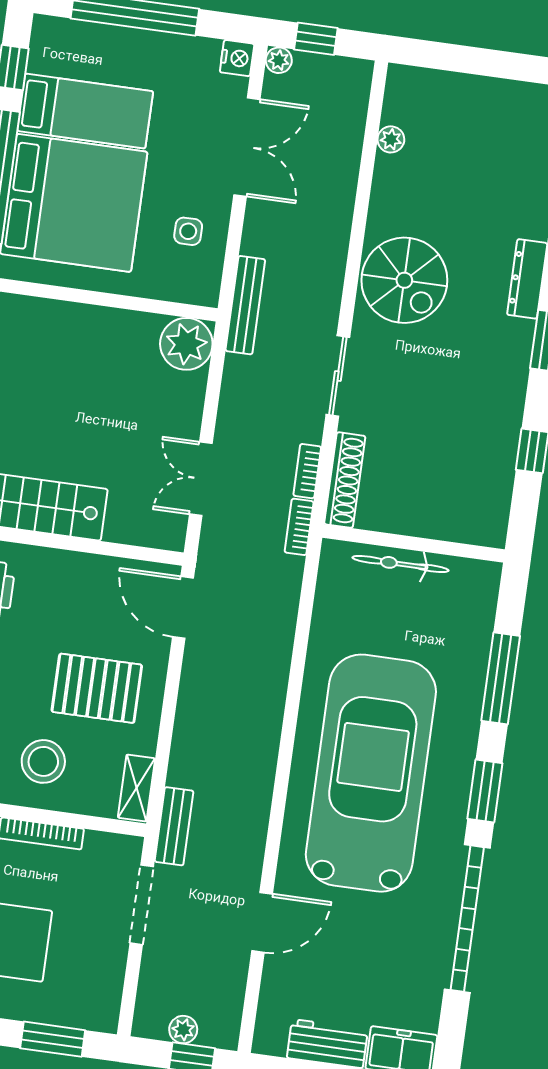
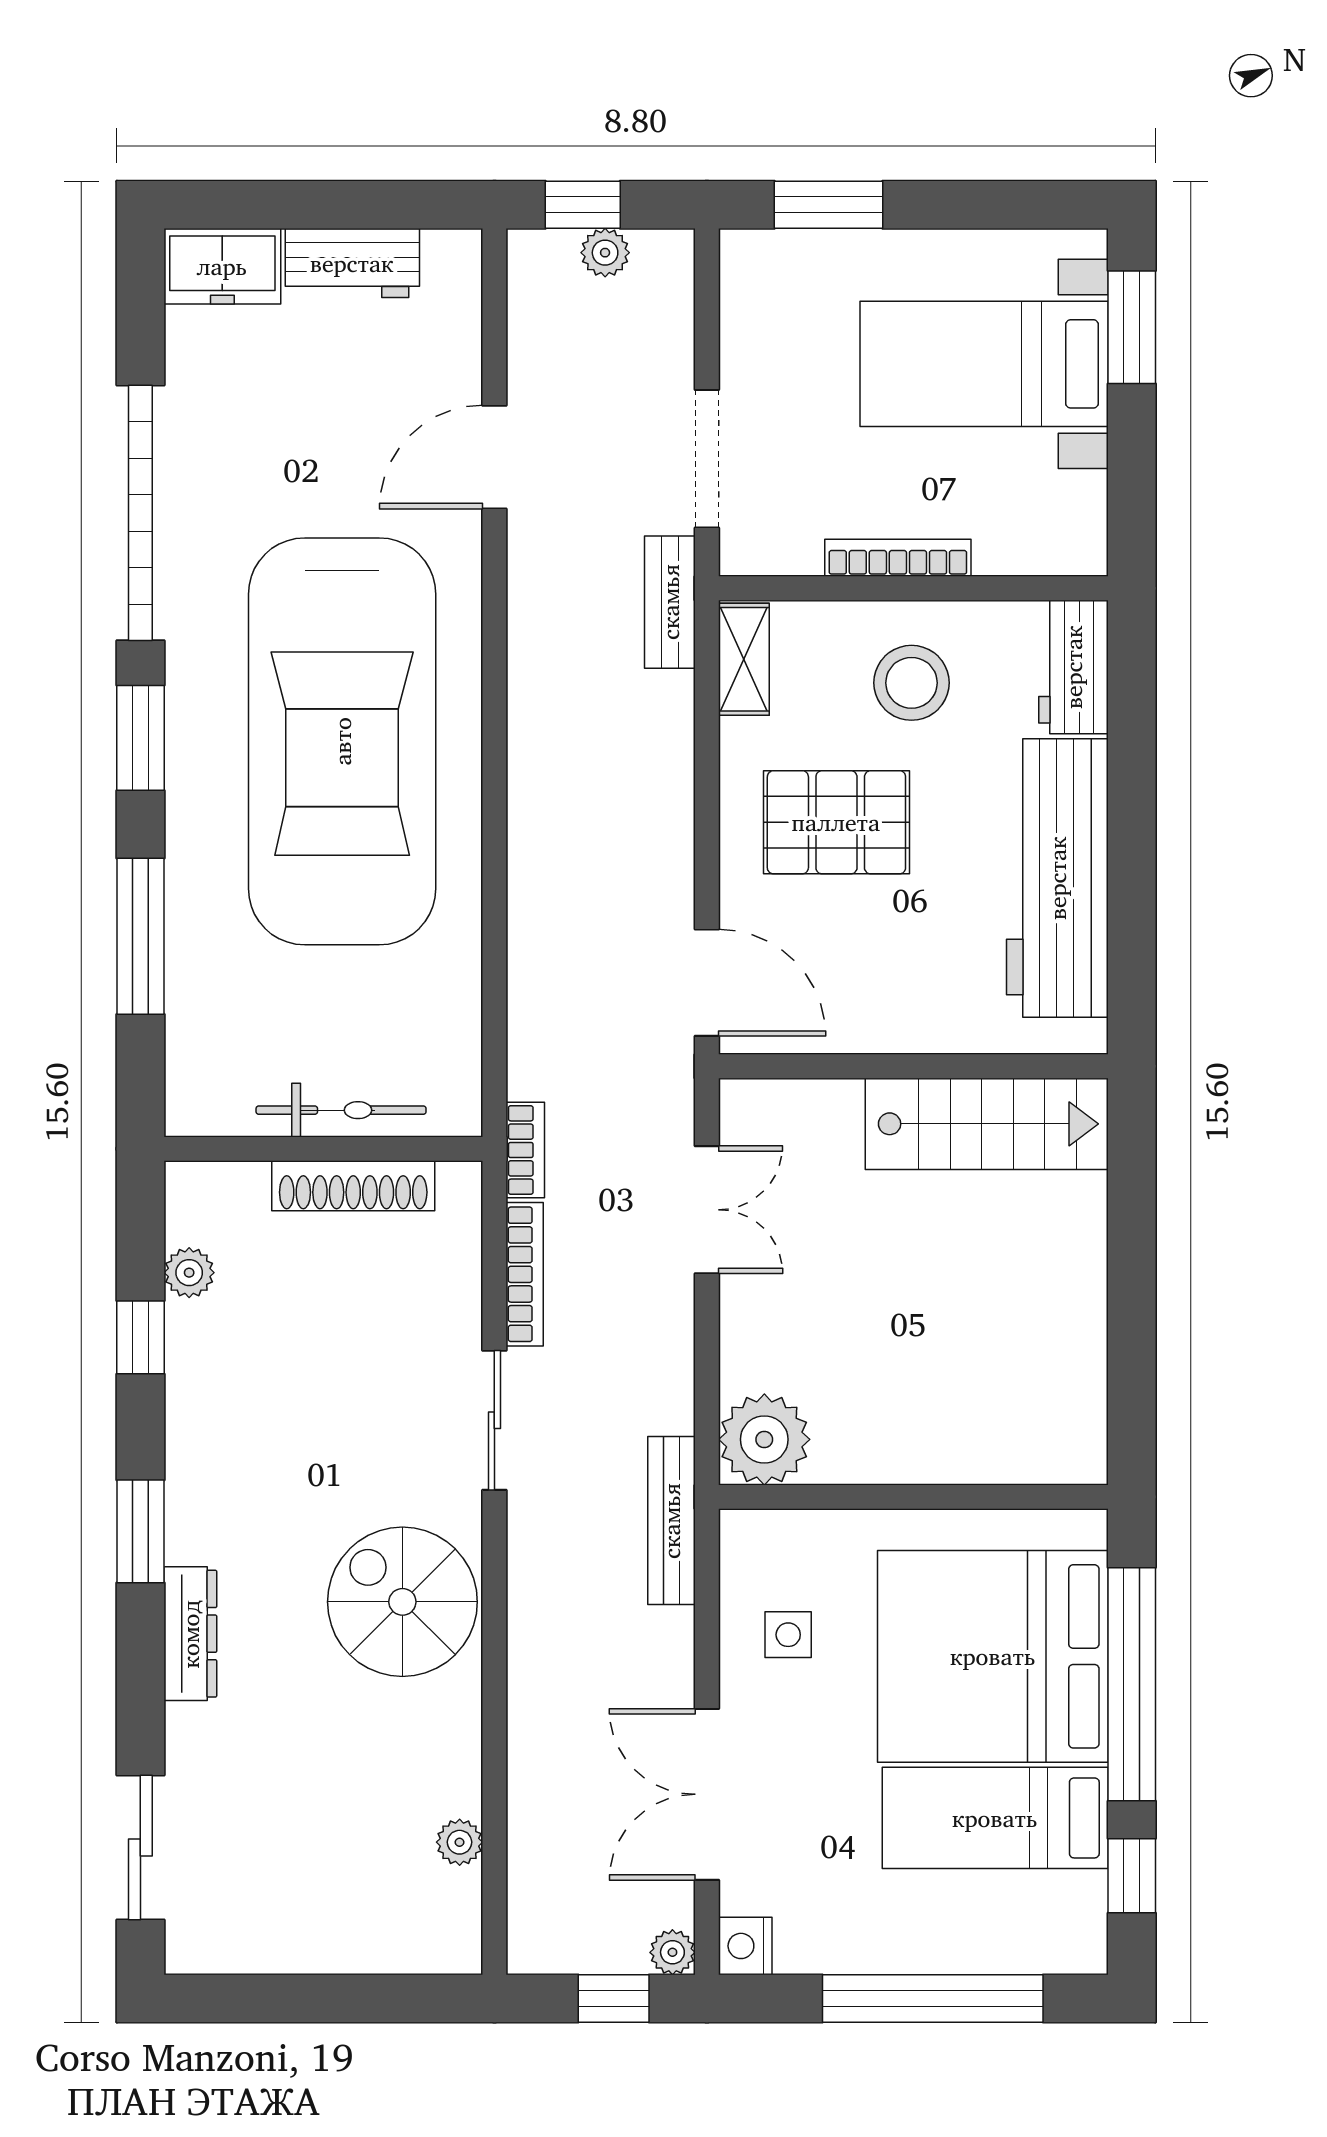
bookcase: (307, 471) -> (525, 1274), width x1.56
shoe rack: (345, 480) -> (353, 1186), moved, turned -90
plant: (499, 484) -> (189, 1273), added

